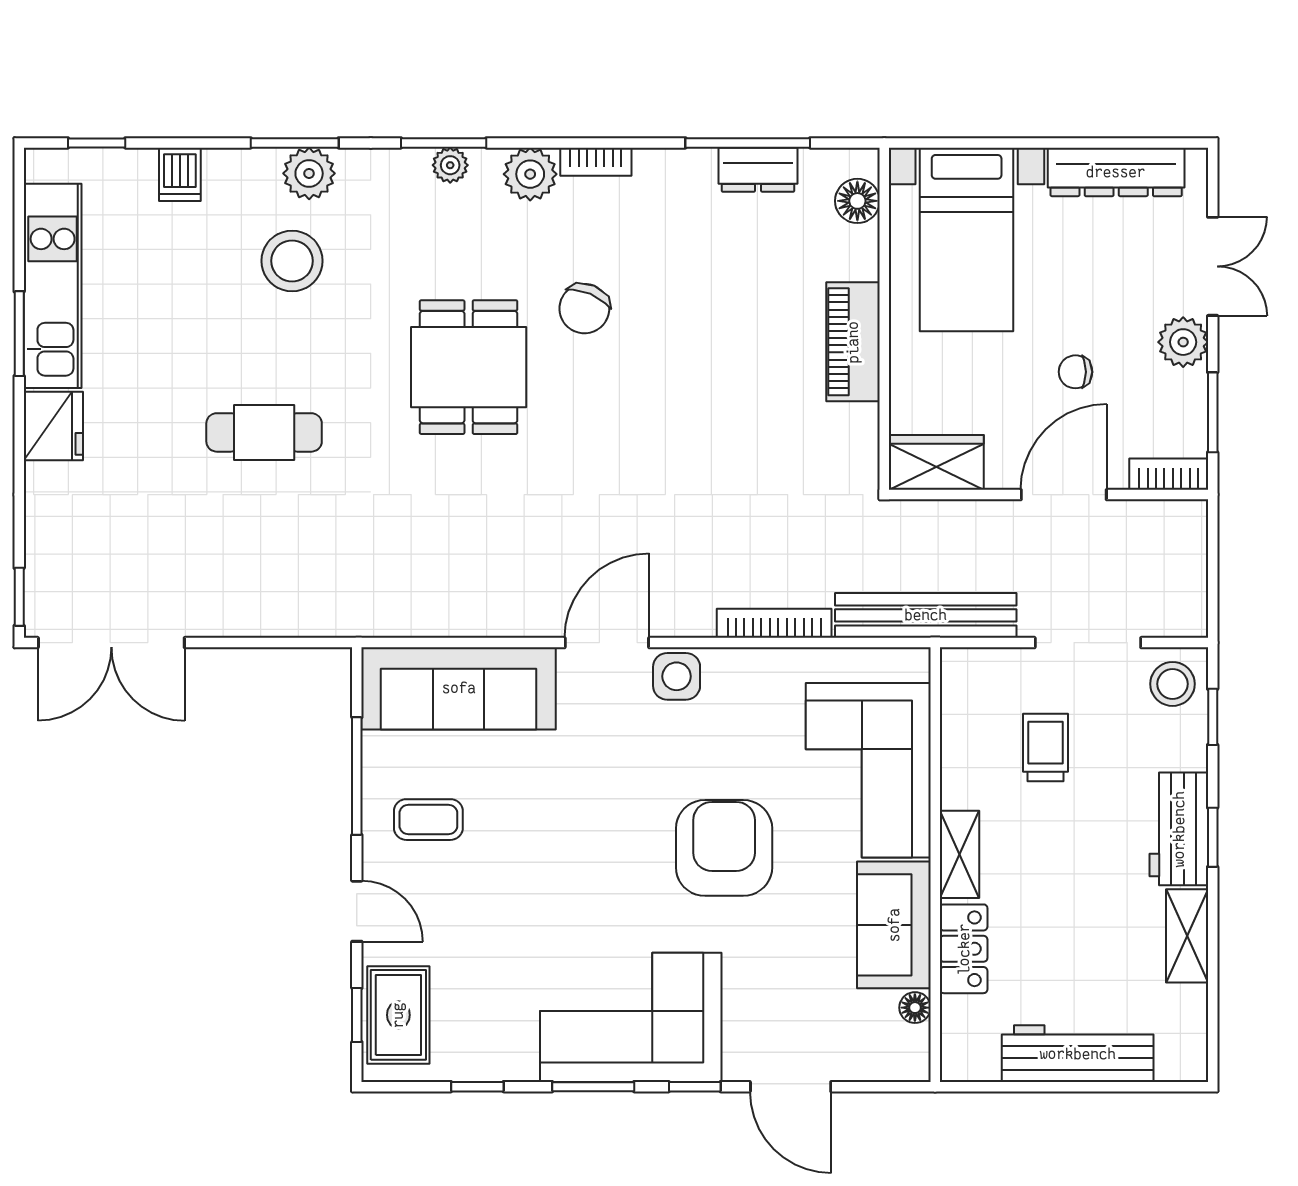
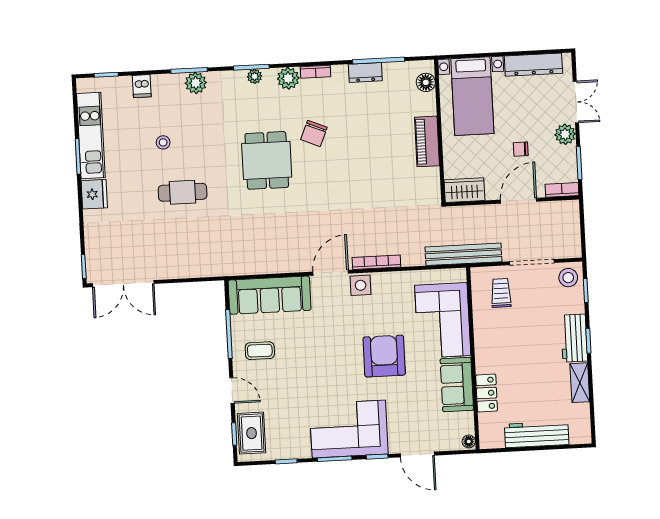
dresser: (758, 170) -> (365, 72), moved
stool: (292, 261) -> (163, 142), moved, width x0.53, depth x0.53
bookcase: (774, 623) -> (376, 262), moved
trolley: (1046, 747) -> (501, 293), moved
shelving: (959, 854) -> (483, 354), removed
floor lamp: (915, 1008) -> (469, 441), moved

